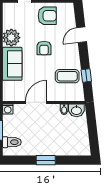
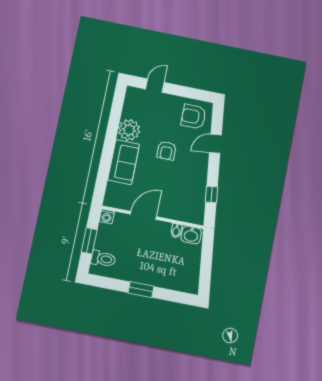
armchair: (47, 16) -> (194, 117), moved, turned 180
coffee table: (67, 76) -> (188, 191), removed

